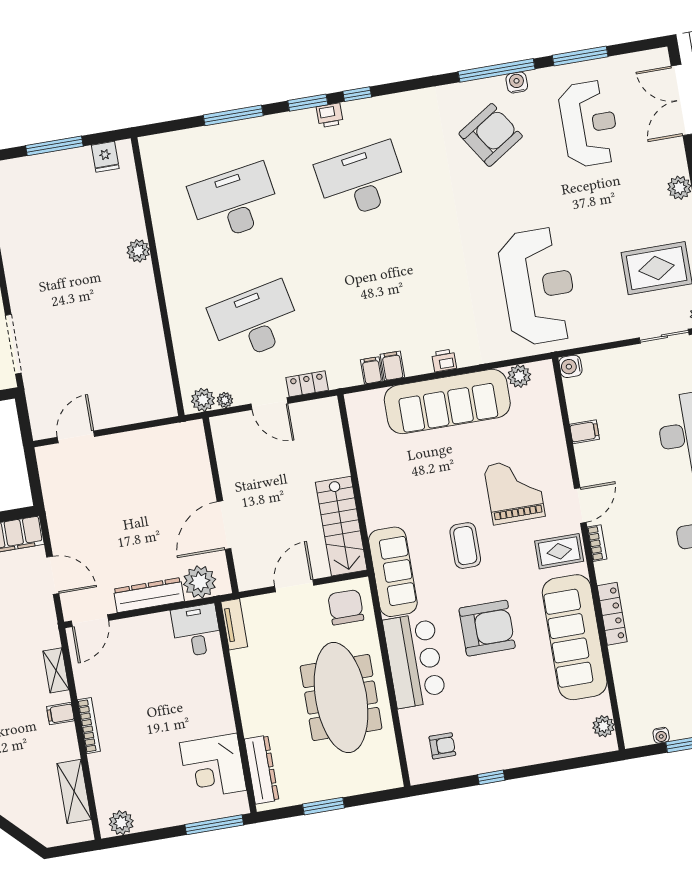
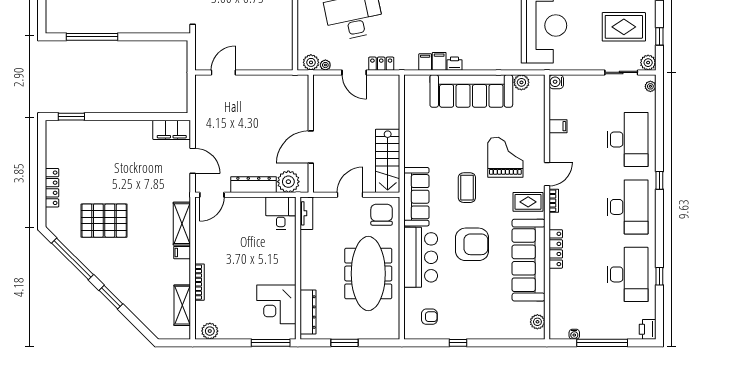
printer: (444, 360) -> (454, 64), moved
shelving: (56, 670) -> (182, 224), width x1.50, depth x1.33
bookcase: (89, 726) -> (199, 282), moved

